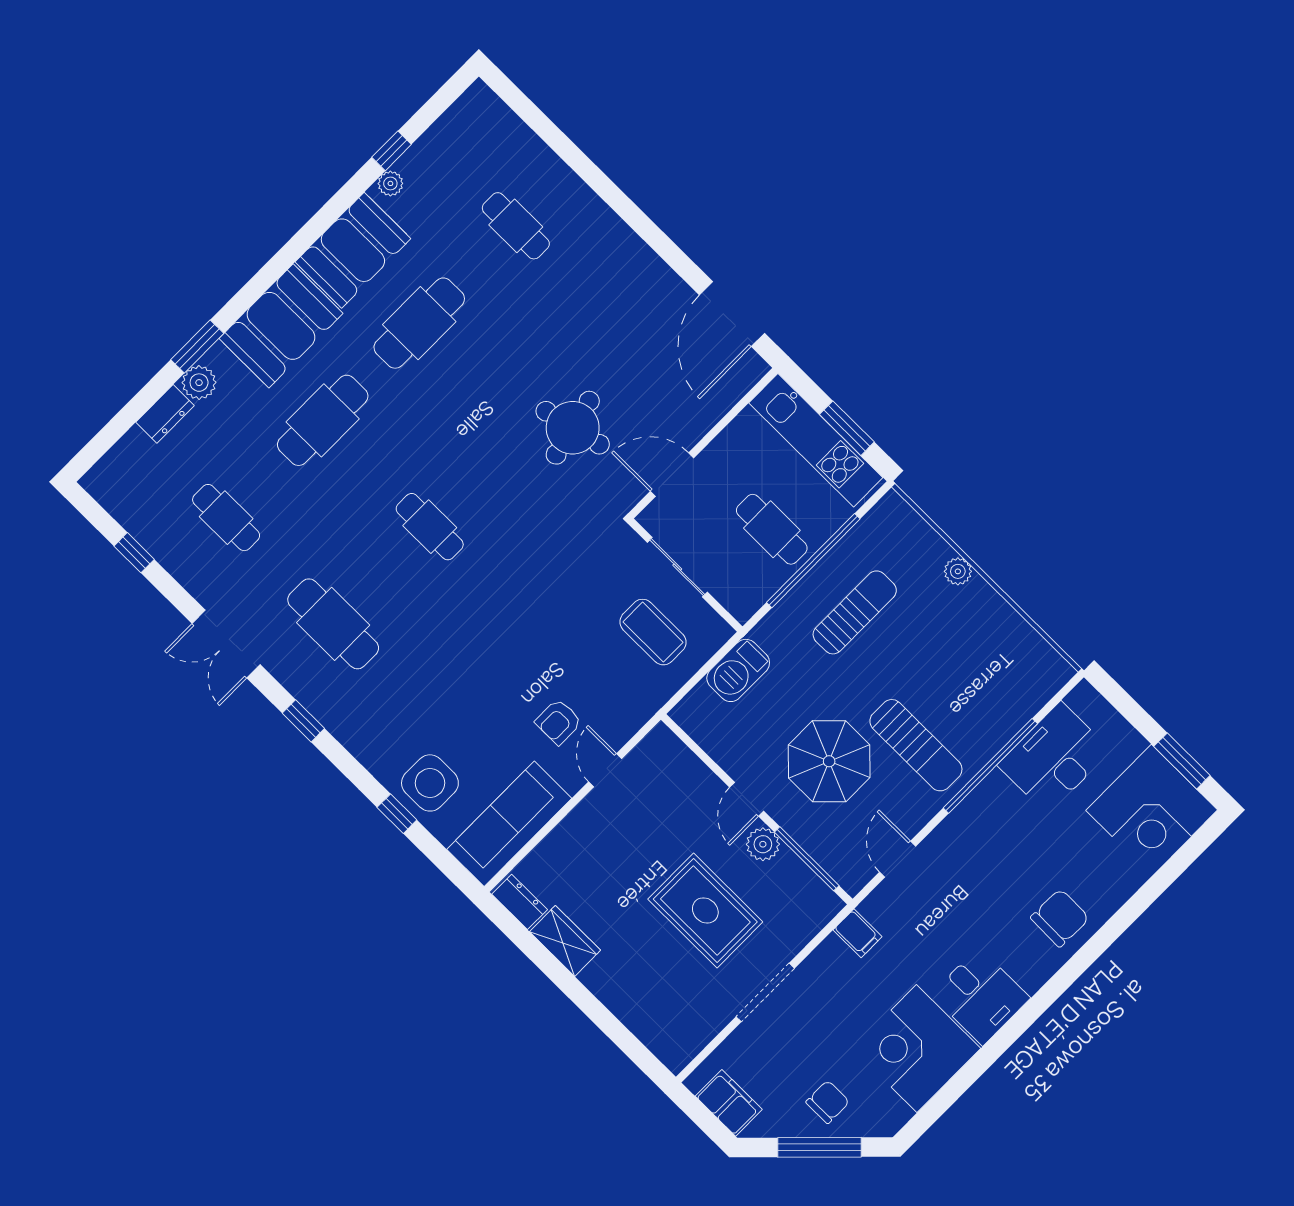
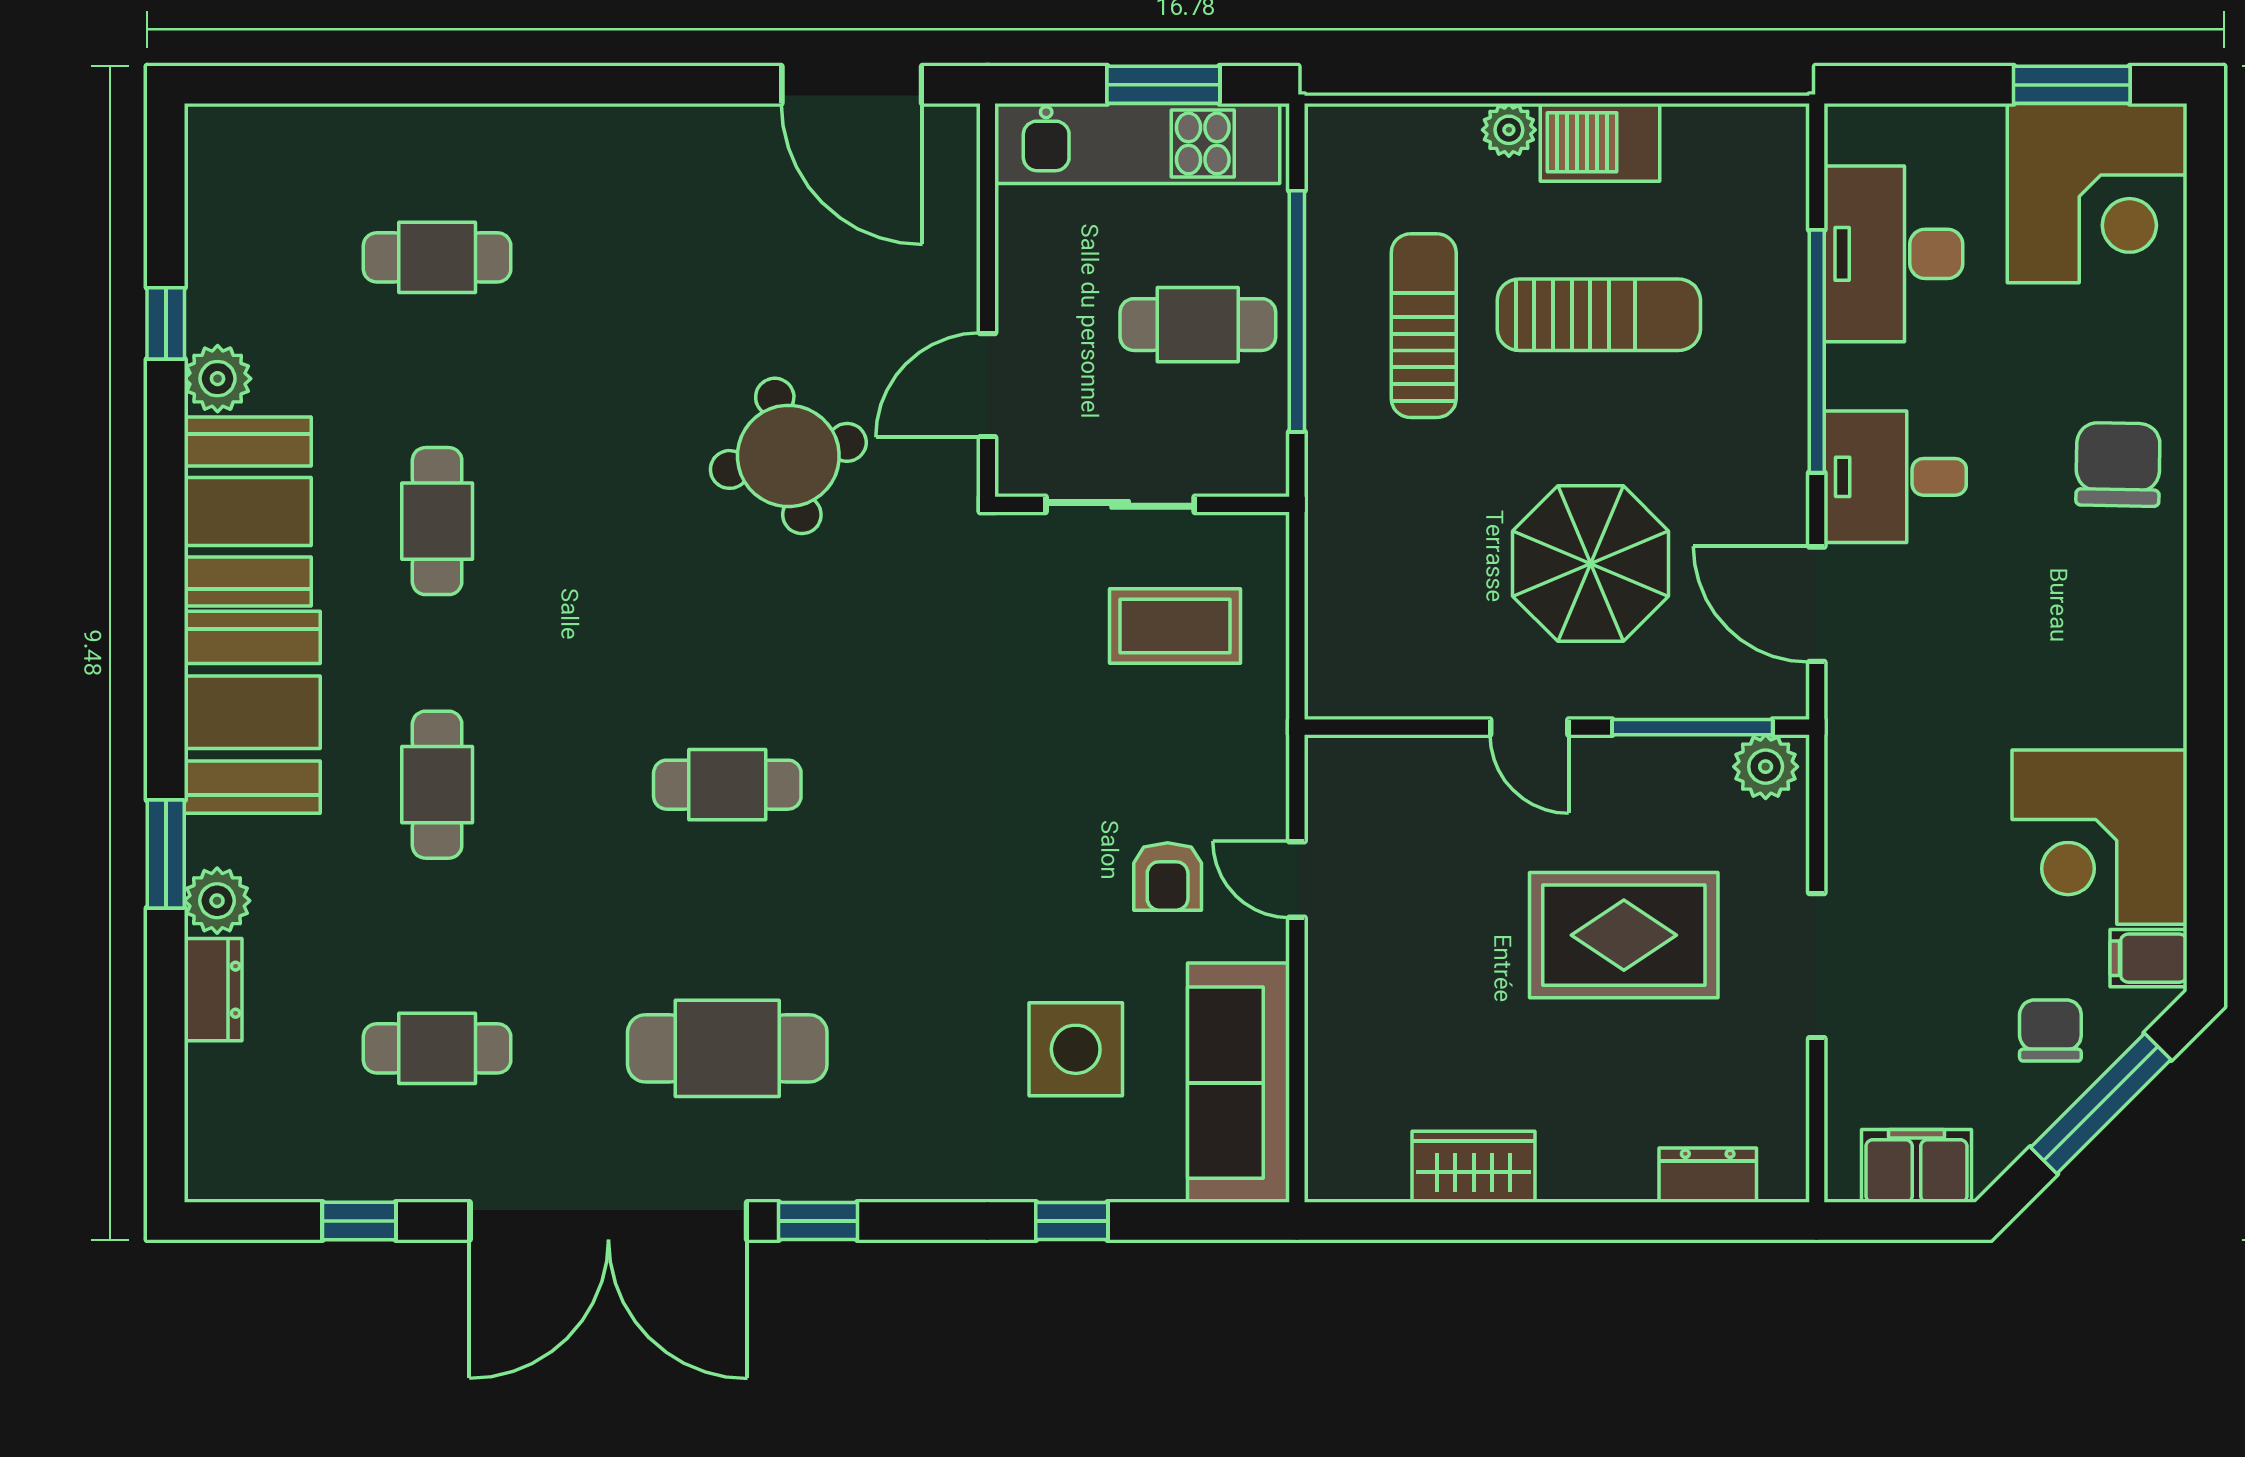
plant: (390, 183) -> (218, 379), width x1.38, depth x1.38
cafe table: (419, 323) -> (437, 521), width x0.73, depth x0.74
cafe table: (323, 420) -> (437, 785), width x0.73, depth x0.74
double door: (226, 644) -> (608, 1221), width x1.87
barbecue: (738, 670) -> (1600, 142), moved, turned 90
sun lounger: (916, 745) -> (1599, 315), moved
side table: (430, 783) -> (1076, 1049), moved
plant: (763, 844) -> (1766, 767), moved
door: (898, 859) -> (1817, 604), width x1.38
dresser: (520, 902) -> (1708, 1175), moved
filing cabinet: (857, 933) -> (2148, 958), moved, turned 180
desk: (981, 996) -> (1895, 477), moved, turned 180

